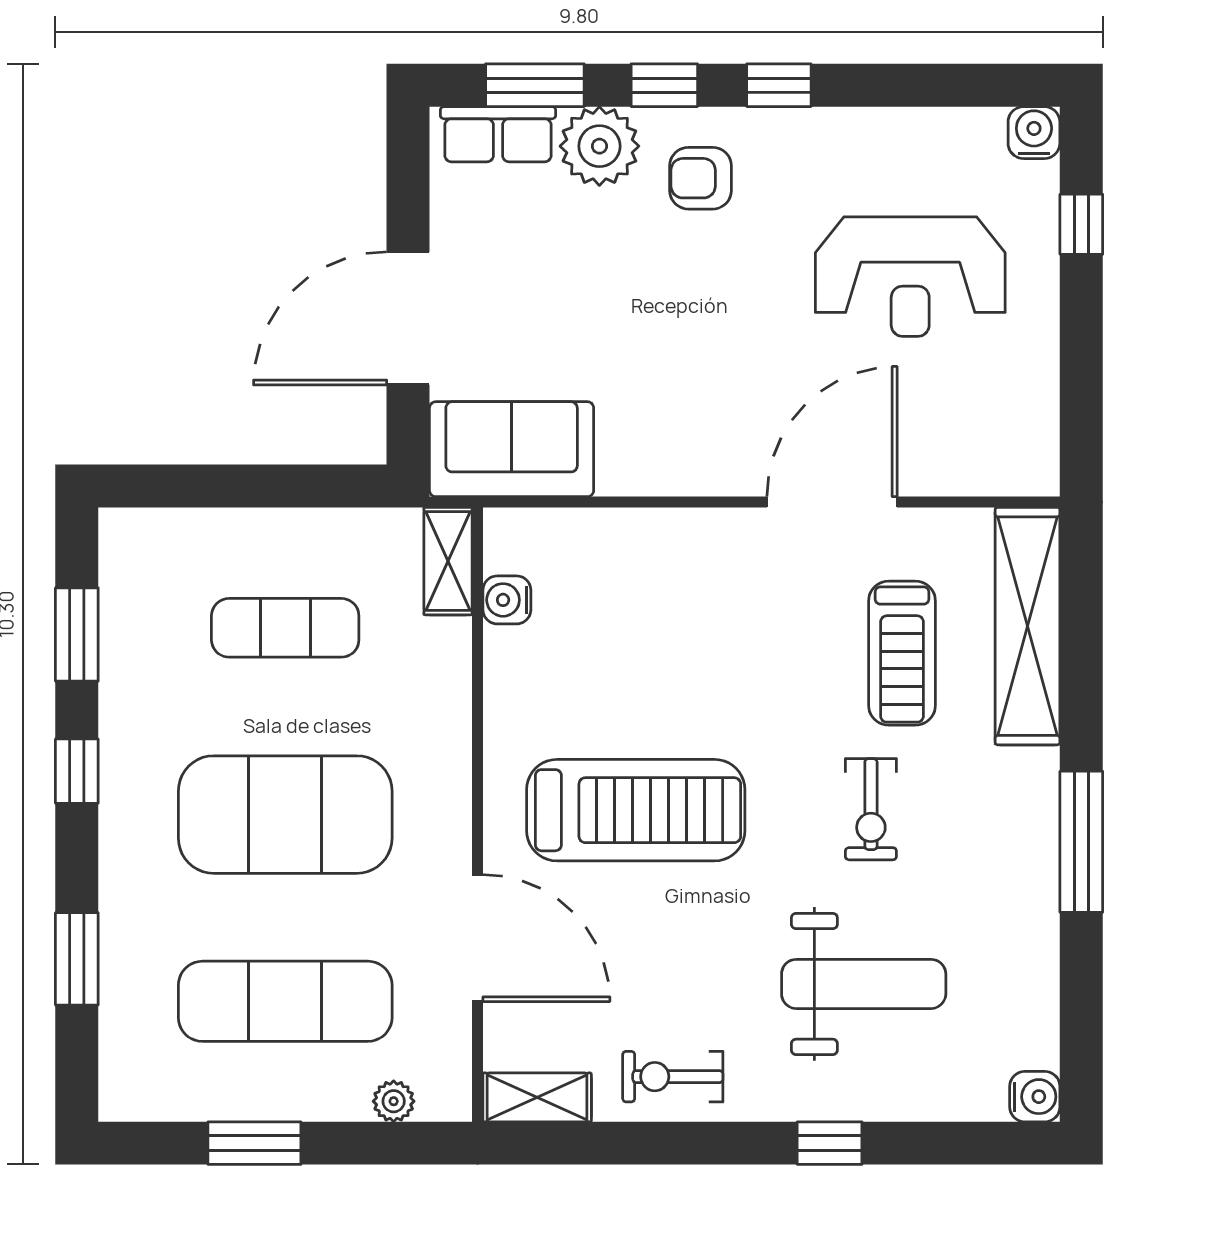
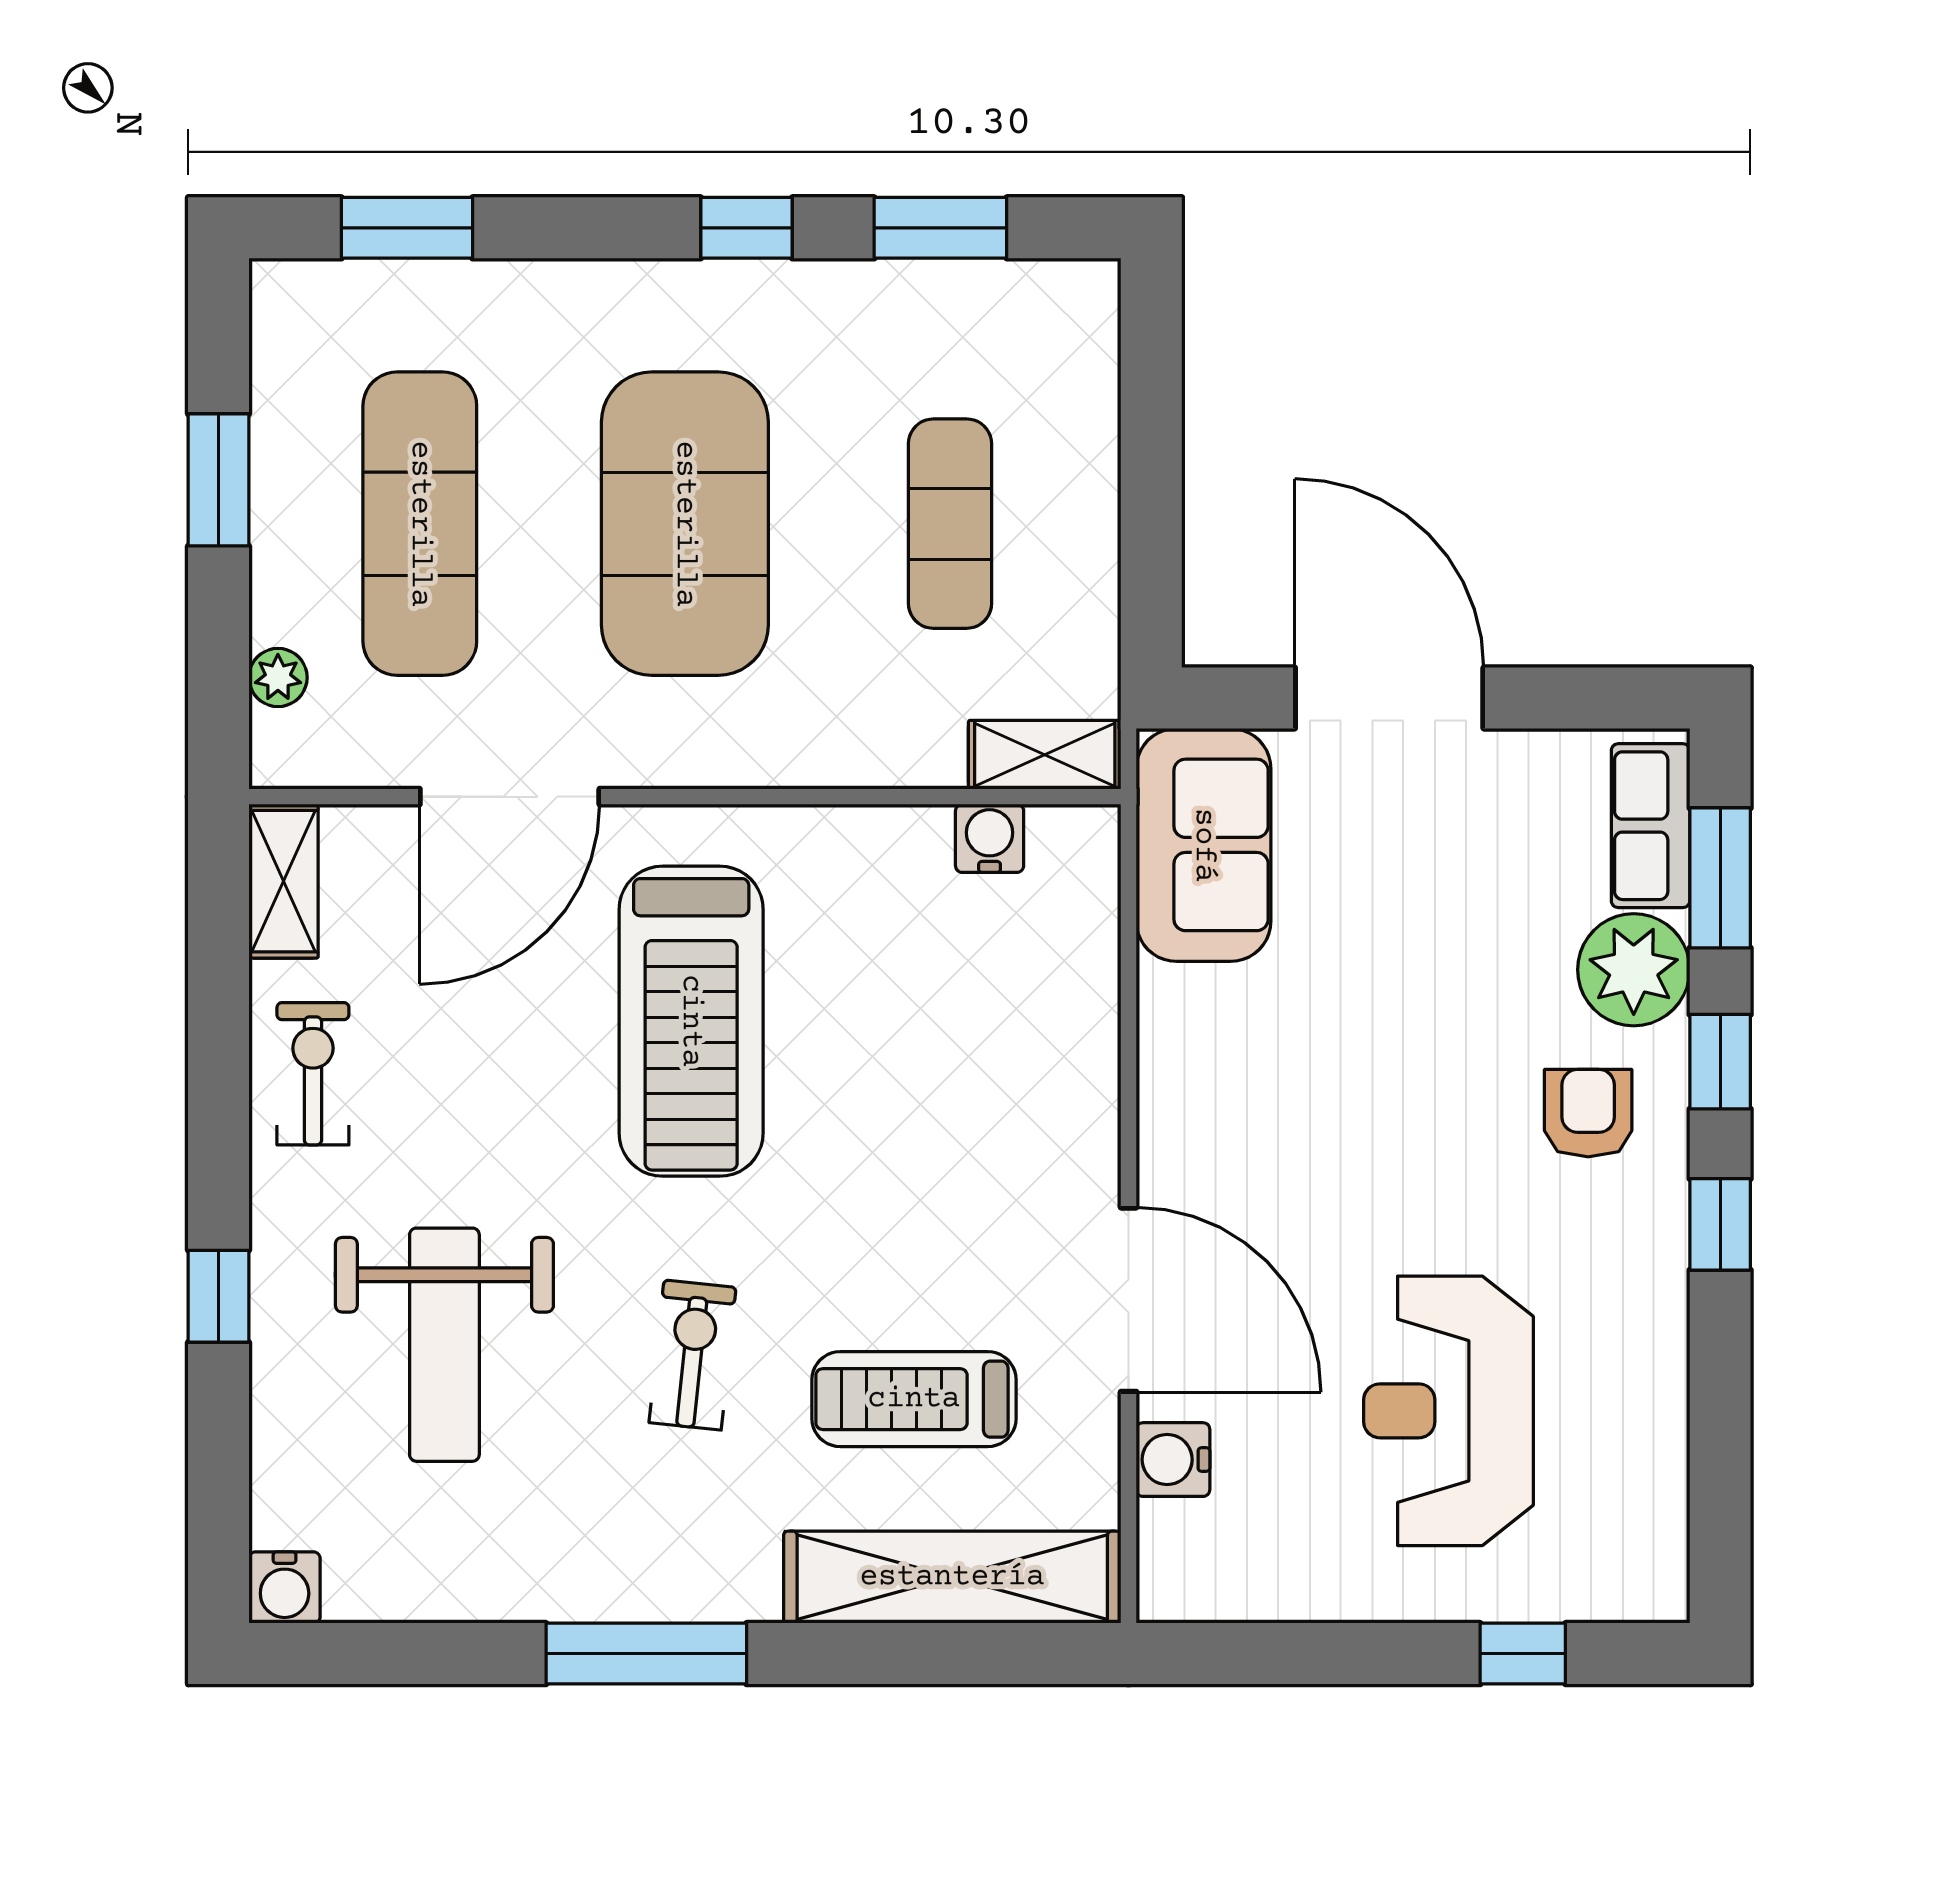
water cooler: (1034, 133) -> (1173, 1460), moved, turned 180
exercise bike: (871, 809) -> (693, 1355), turned 96
window: (77, 959) -> (407, 228), moved

